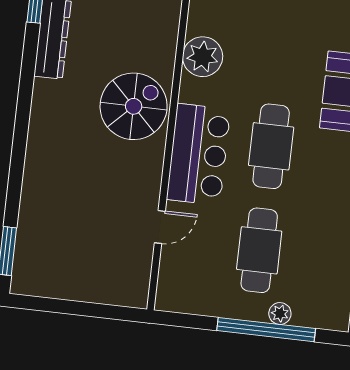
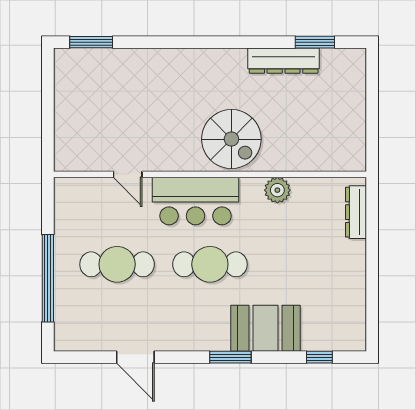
plant: (203, 57) -> (277, 190), width x0.73, depth x0.73
plant: (280, 314) -> (63, 289), removed

